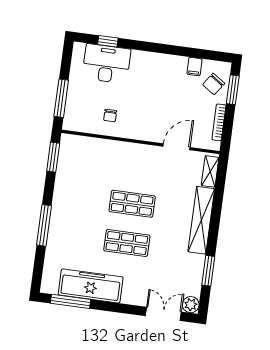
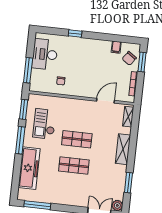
window: (108, 41) -> (75, 33), moved
desk: (106, 64) -> (45, 54), moved, turned -90
checkout: (84, 179) -> (44, 124), added
shelving: (201, 220) -> (123, 149), width x0.68
window: (44, 225) -> (20, 140), moved
freezer: (91, 286) -> (29, 168), moved, turned 90

